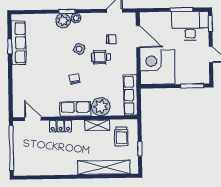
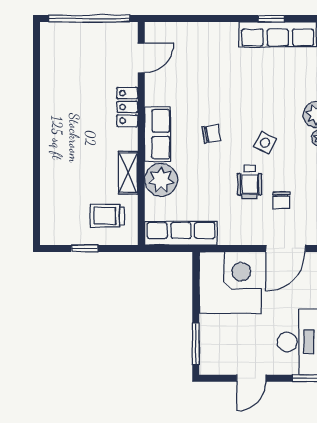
wheelchair: (101, 57) -> (249, 182), turned 180
shelving: (104, 167) -> (53, 183), removed

